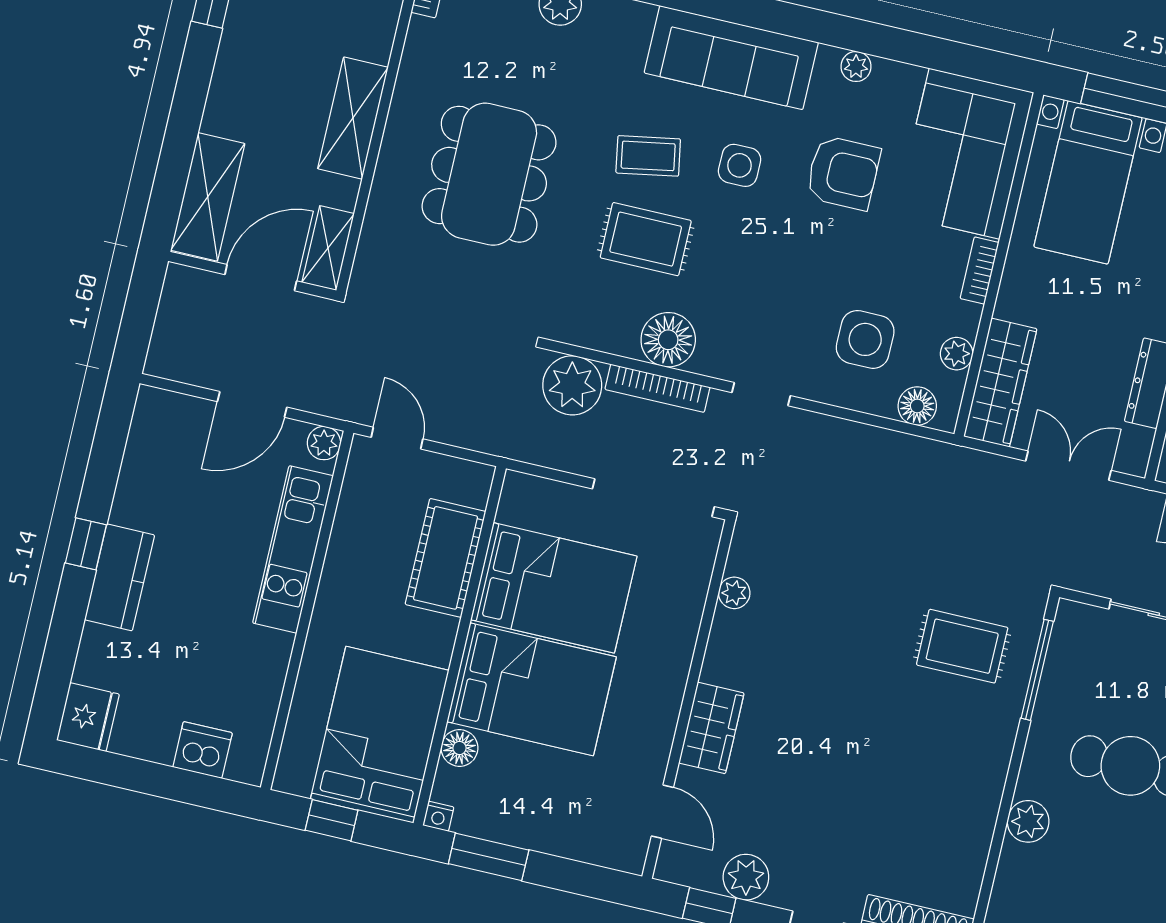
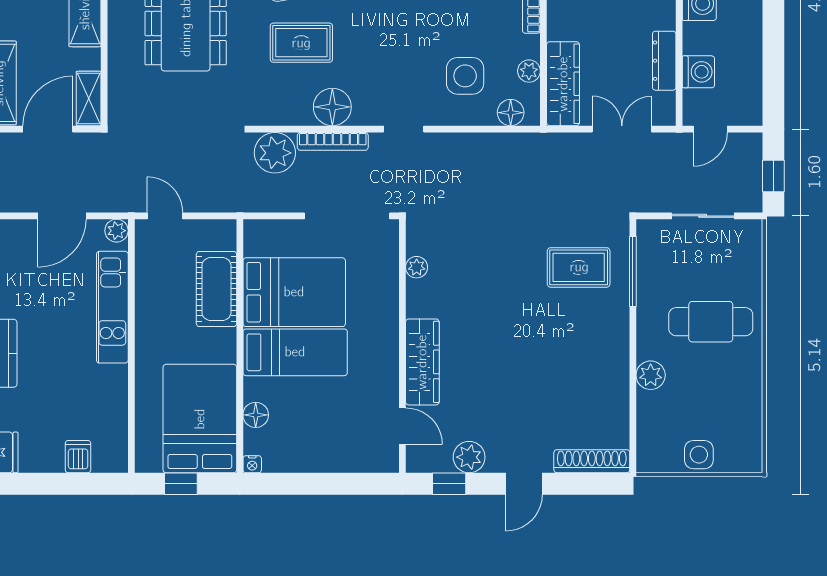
bed: (532, 689) -> (295, 352), width x0.67
wardrobe: (711, 728) -> (422, 362), width x1.50
dishwasher: (203, 750) -> (78, 457), width x0.73
window: (489, 857) -> (292, 484), removed

